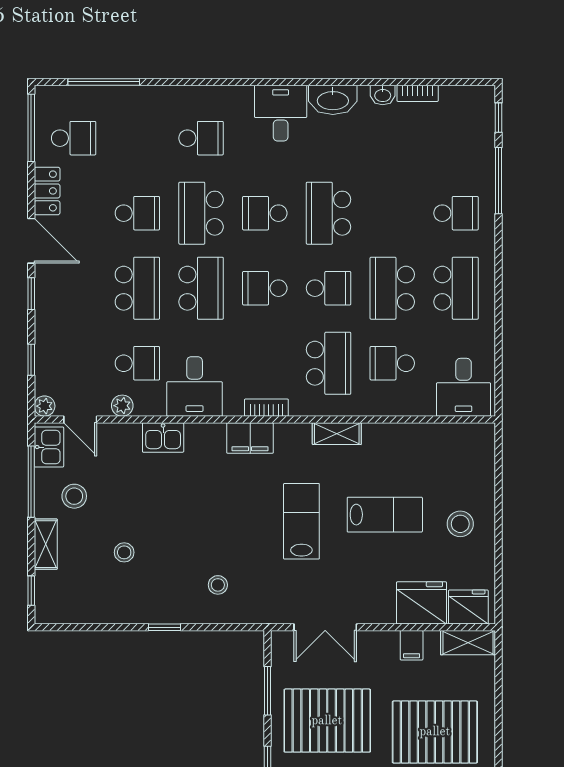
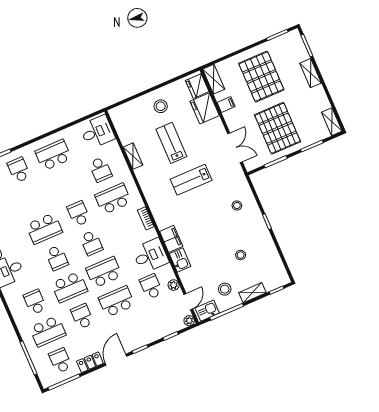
school desk: (392, 288) -> (48, 331), moved
shelving: (337, 434) -> (133, 156), moved
filing cabinet: (250, 438) -> (171, 239), moved

